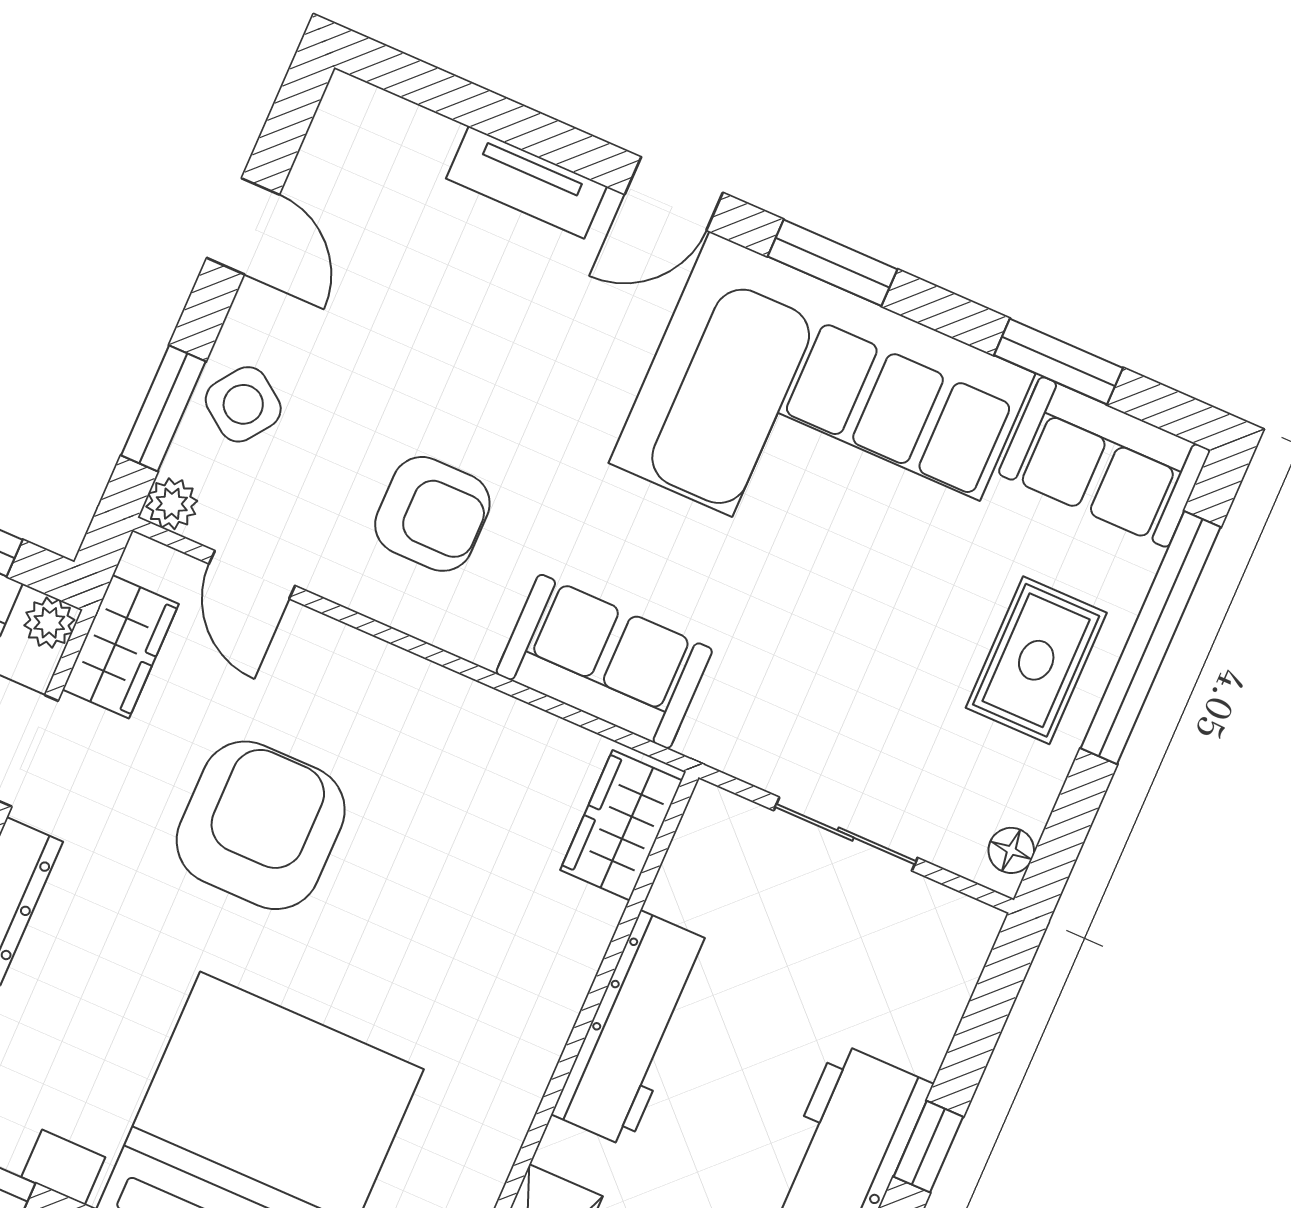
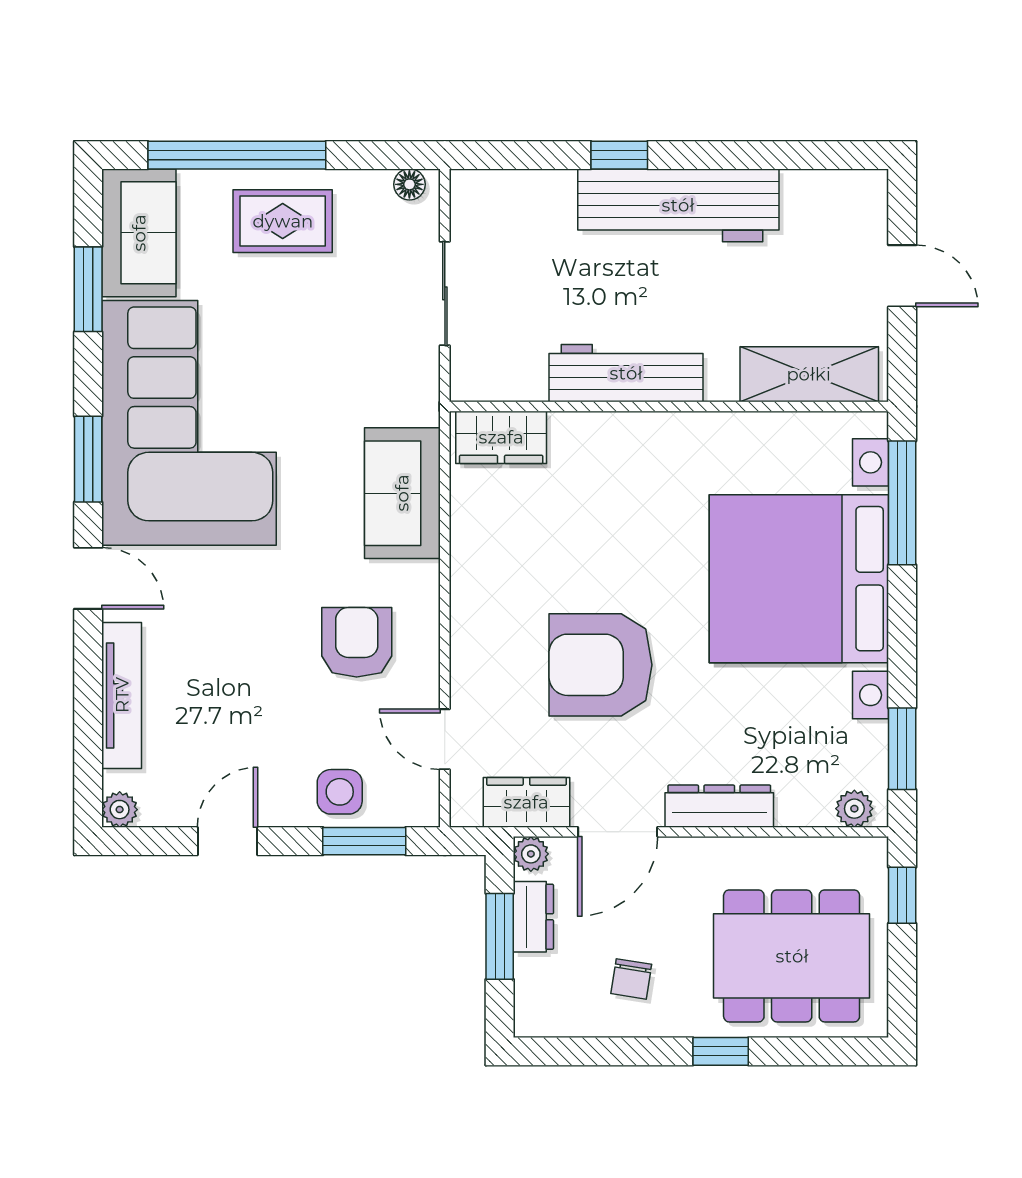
tv unit: (527, 182) -> (122, 695), width x1.41
side table: (243, 404) -> (340, 792), turned -36
plant: (172, 504) -> (120, 810), moved
door: (252, 575) -> (445, 739), swing flipped

